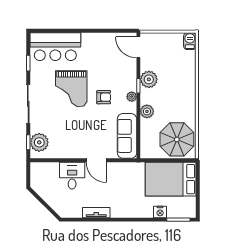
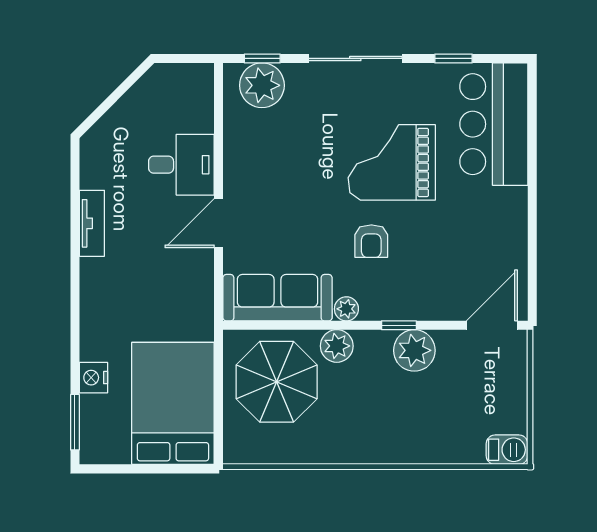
plant: (132, 97) -> (346, 309), moved
parasol: (177, 139) -> (277, 382), moved

